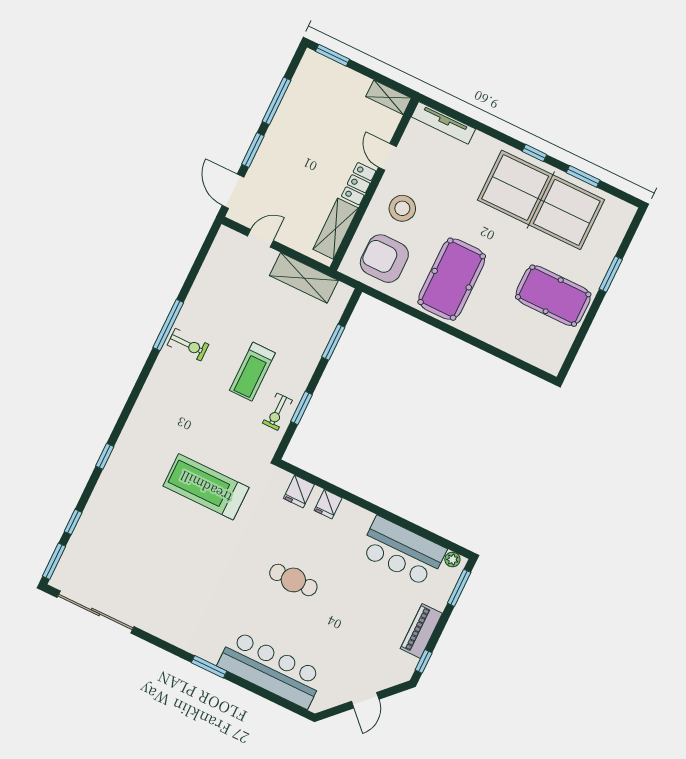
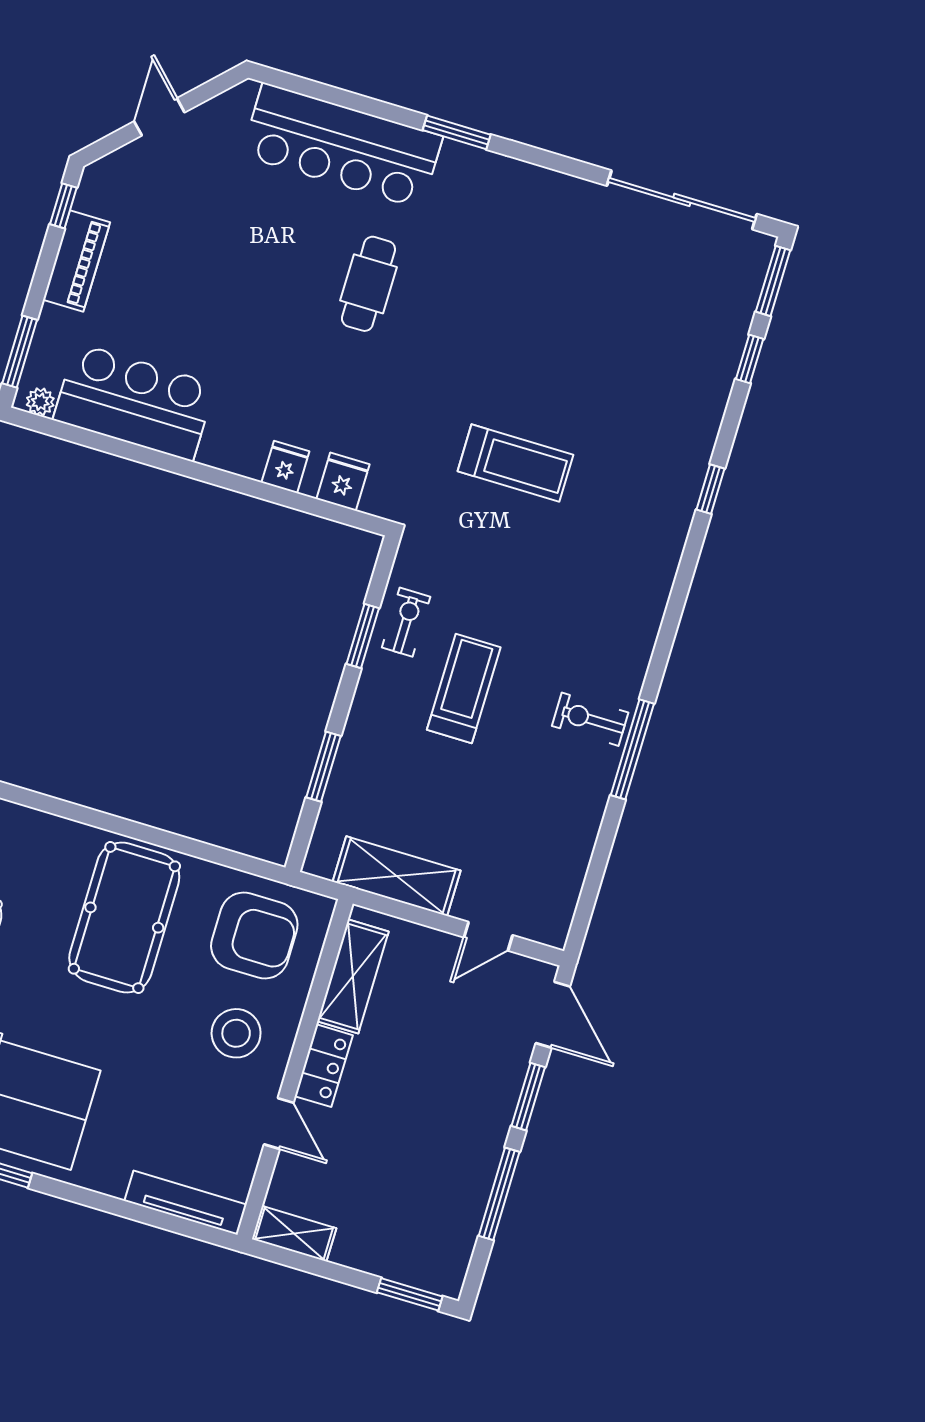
treadmill: (206, 487) -> (515, 463), width x0.73, depth x0.73
cafe table: (293, 580) -> (368, 284), moved, turned 90

